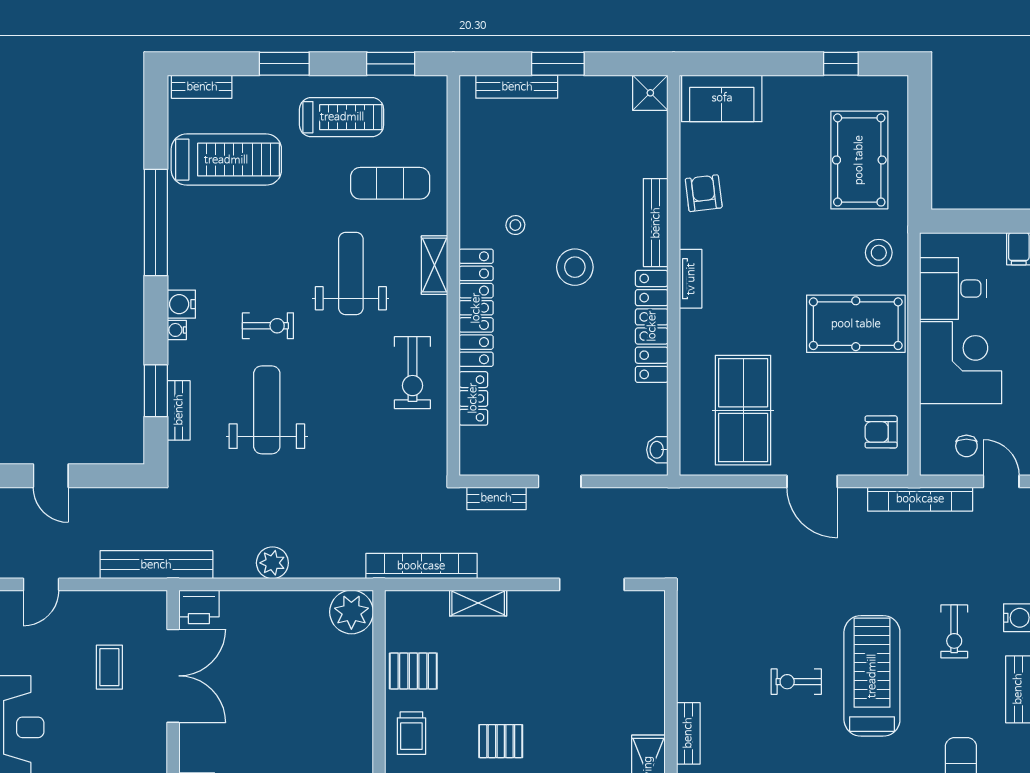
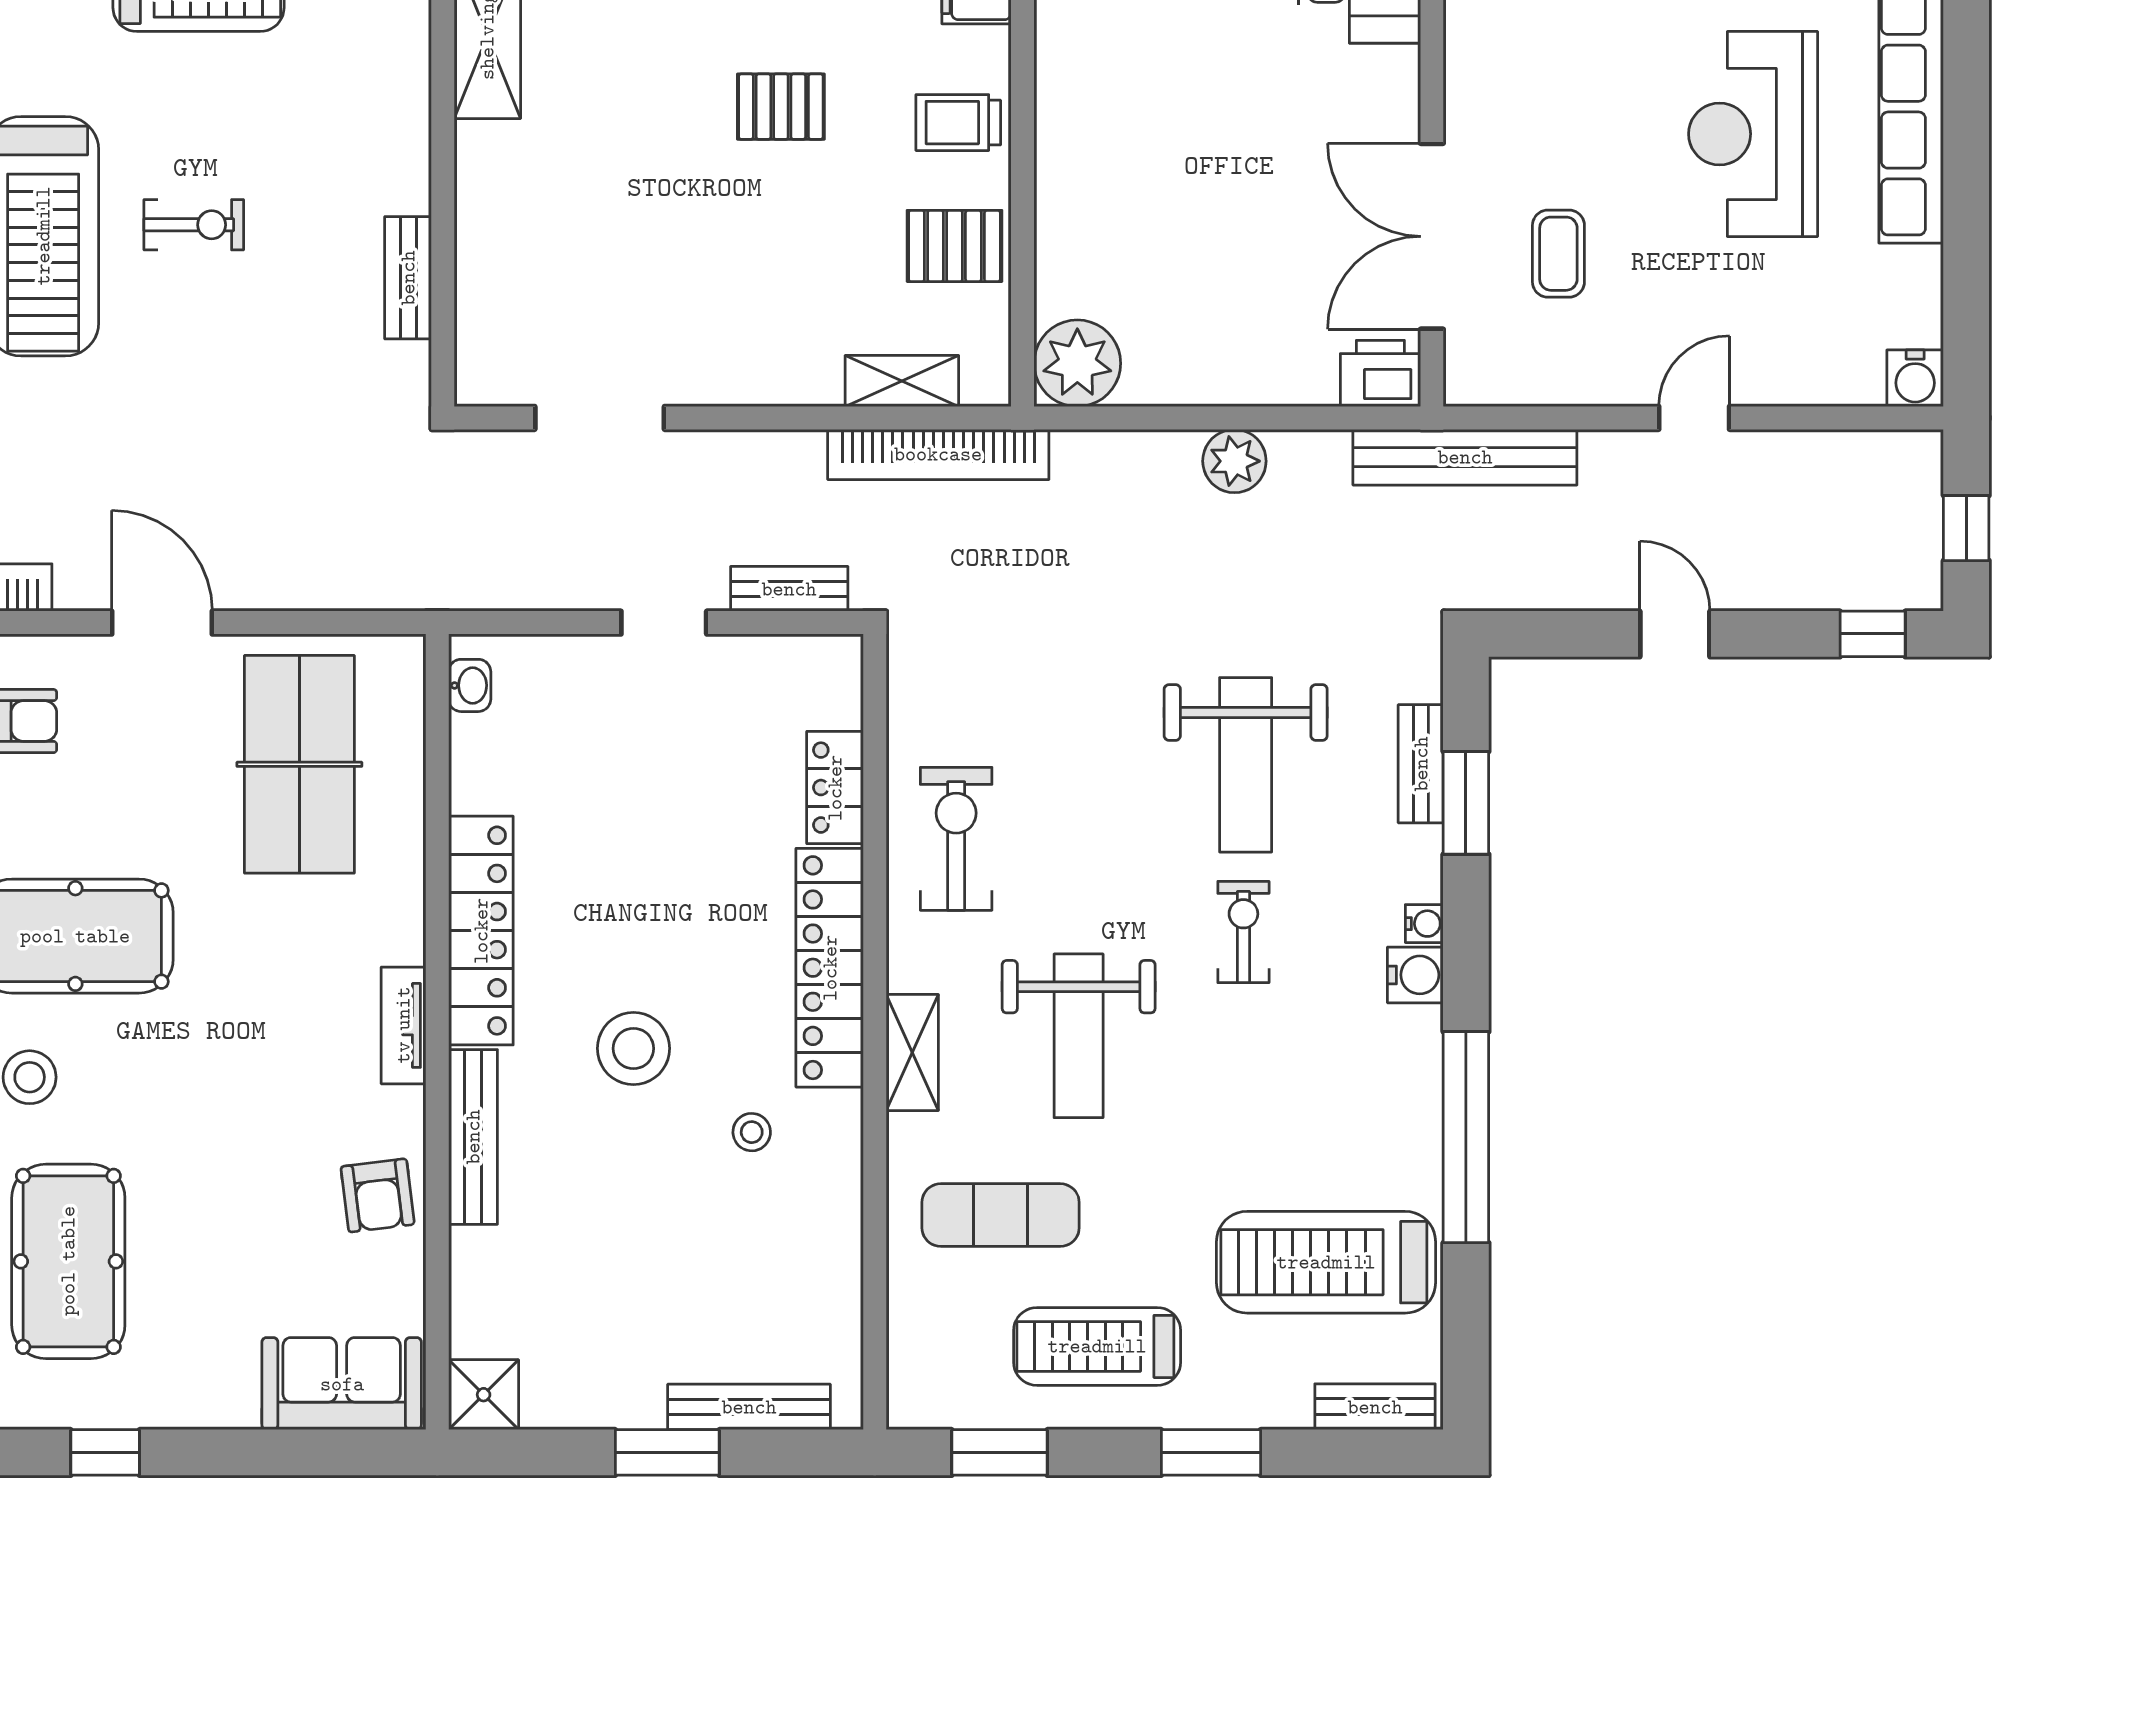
exercise bike: (268, 326) -> (1243, 932), turned 90
shelving: (478, 603) -> (902, 381), moved
trolley: (411, 733) -> (958, 123), turned -90
bench: (688, 733) -> (408, 278), moved

